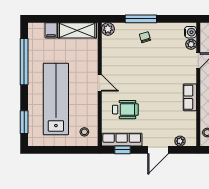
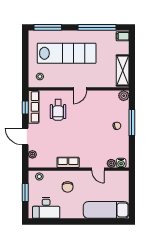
filing cabinet: (51, 30) -> (123, 36), moved
window: (24, 122) -> (48, 27), width x1.44

